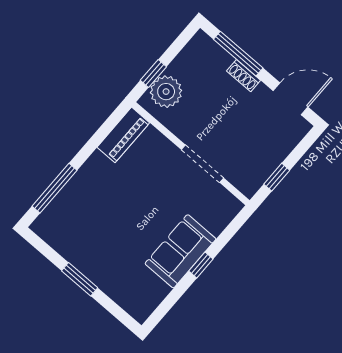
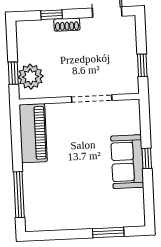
window: (238, 54) -> (52, 15), width x0.46
piano: (123, 135) -> (33, 133), width x1.37, depth x1.33
window: (80, 279) -> (108, 232), moved

